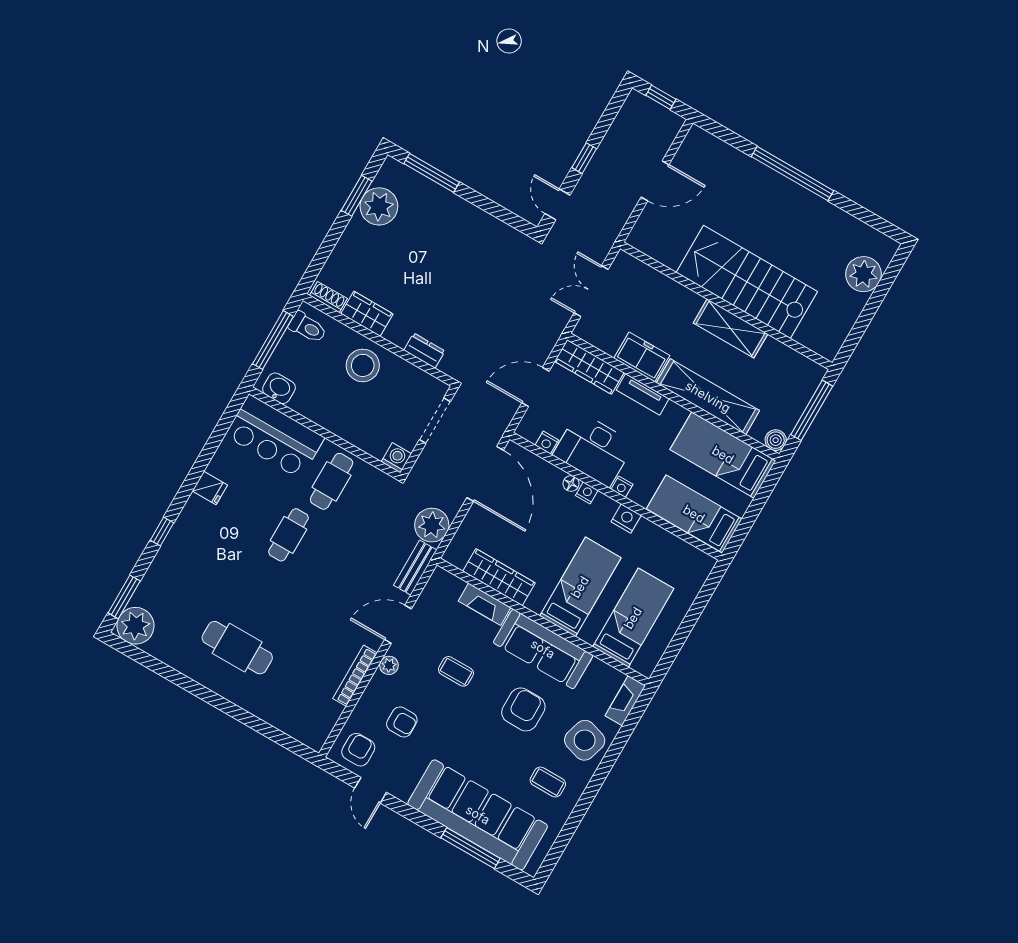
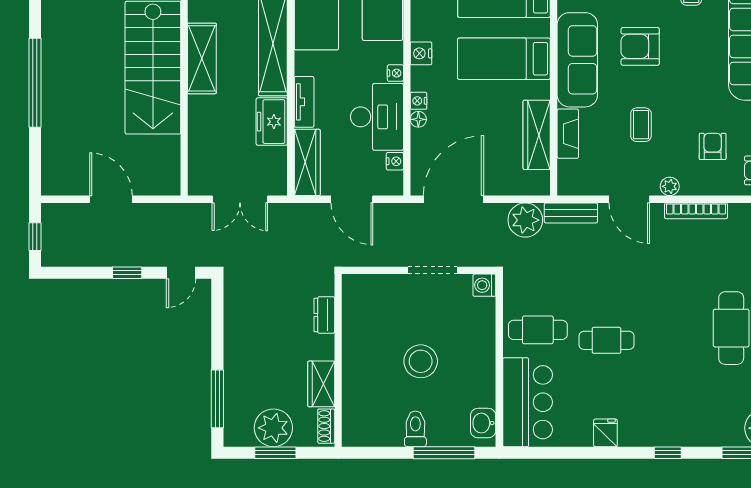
shoe rack: (328, 297) -> (326, 426), moved
wardrobe: (367, 314) -> (321, 384), moved
wall: (379, 340) -> (338, 360), moved
dresser: (424, 351) -> (324, 315), moved

